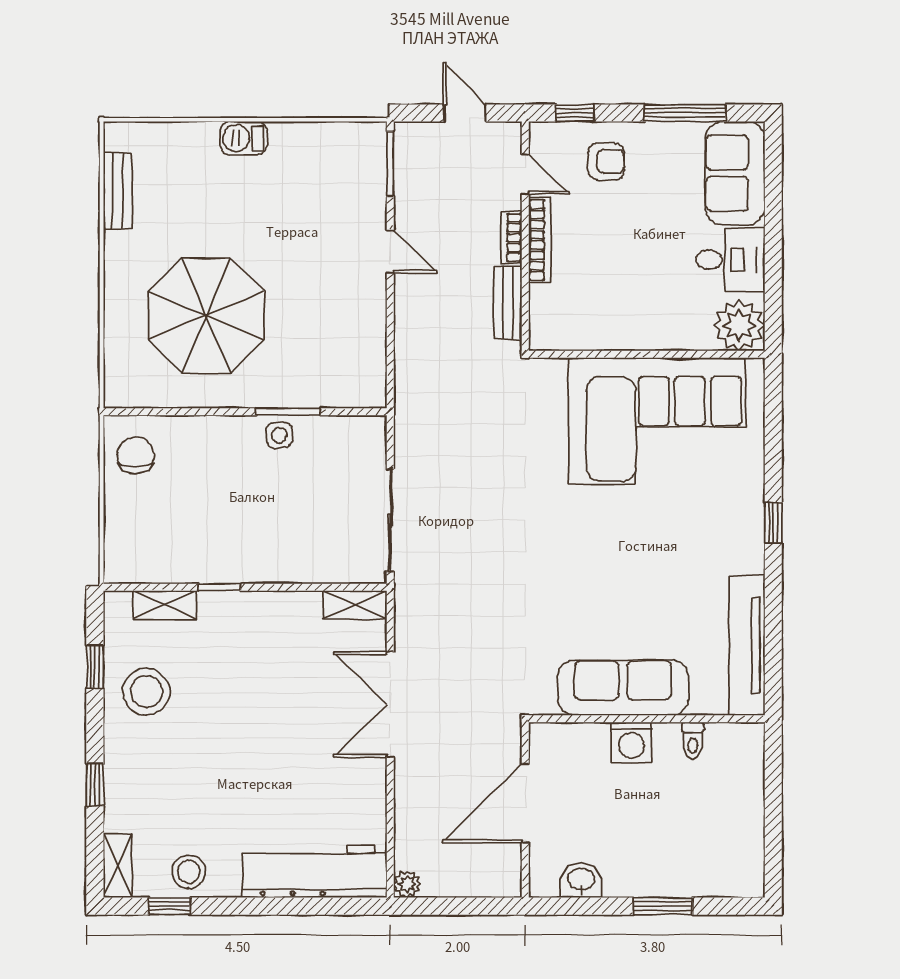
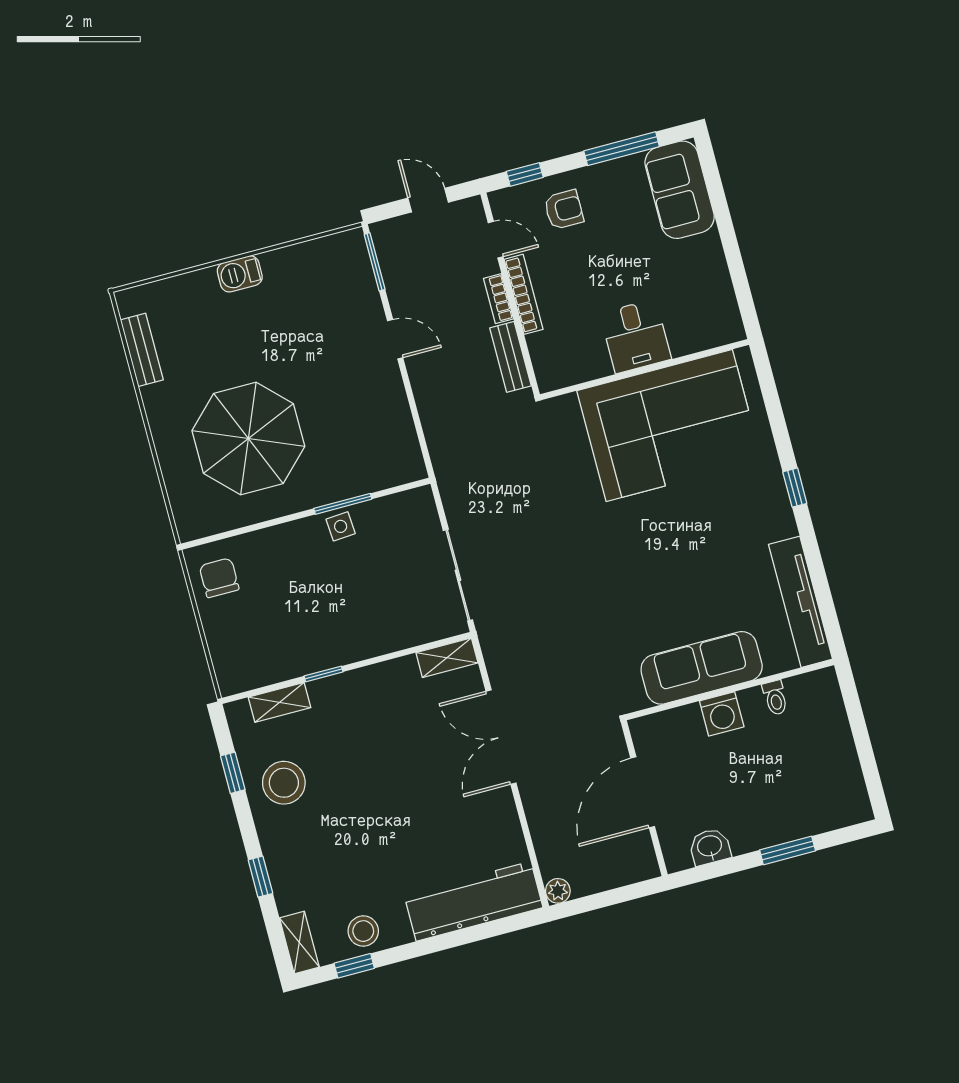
desk: (730, 259) -> (636, 336), moved, turned 90
plant: (739, 325) -> (719, 322), removed

